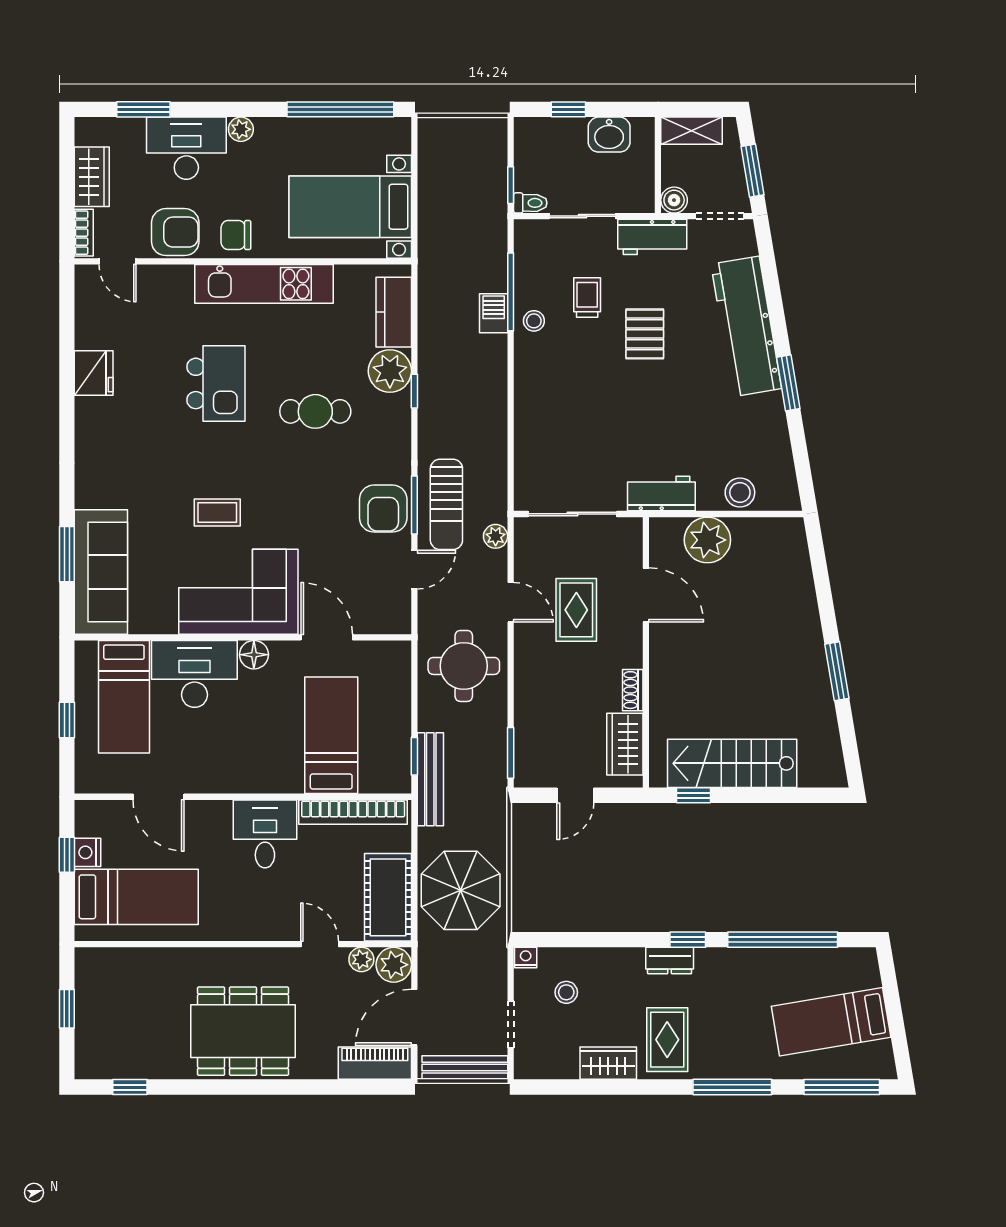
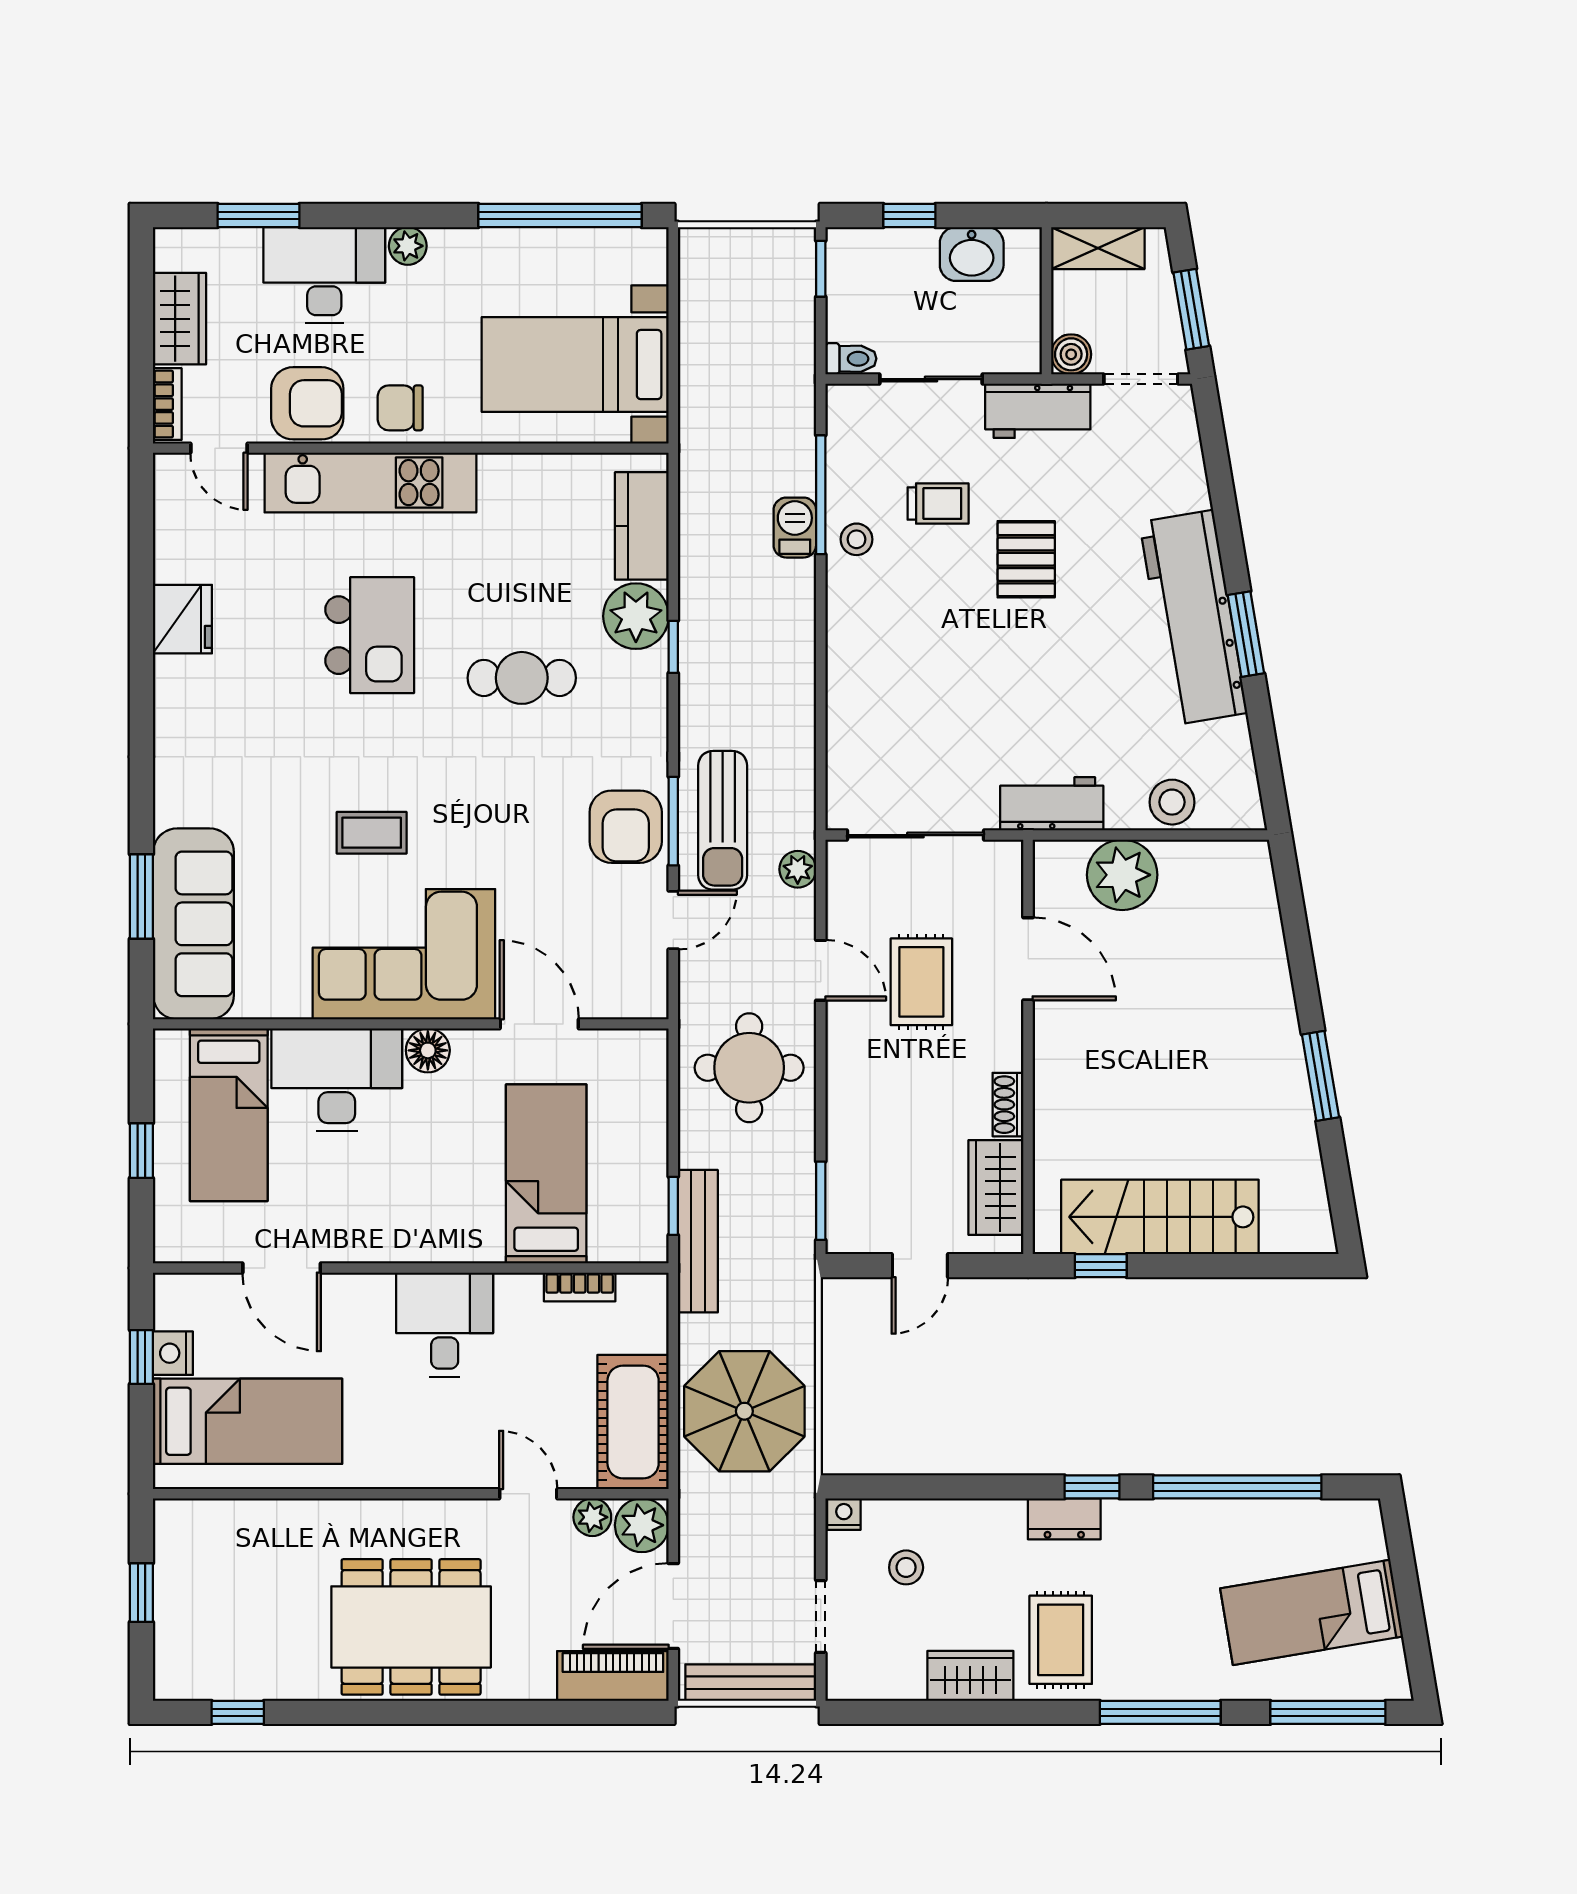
window: (511, 185) -> (821, 269), moved
kitchen unit: (264, 284) -> (370, 483), moved
trolley: (587, 297) -> (938, 504), turned 90
workbench: (746, 326) -> (1193, 618), moved
bookcase: (353, 812) -> (580, 1287), width x0.43, depth x0.76

